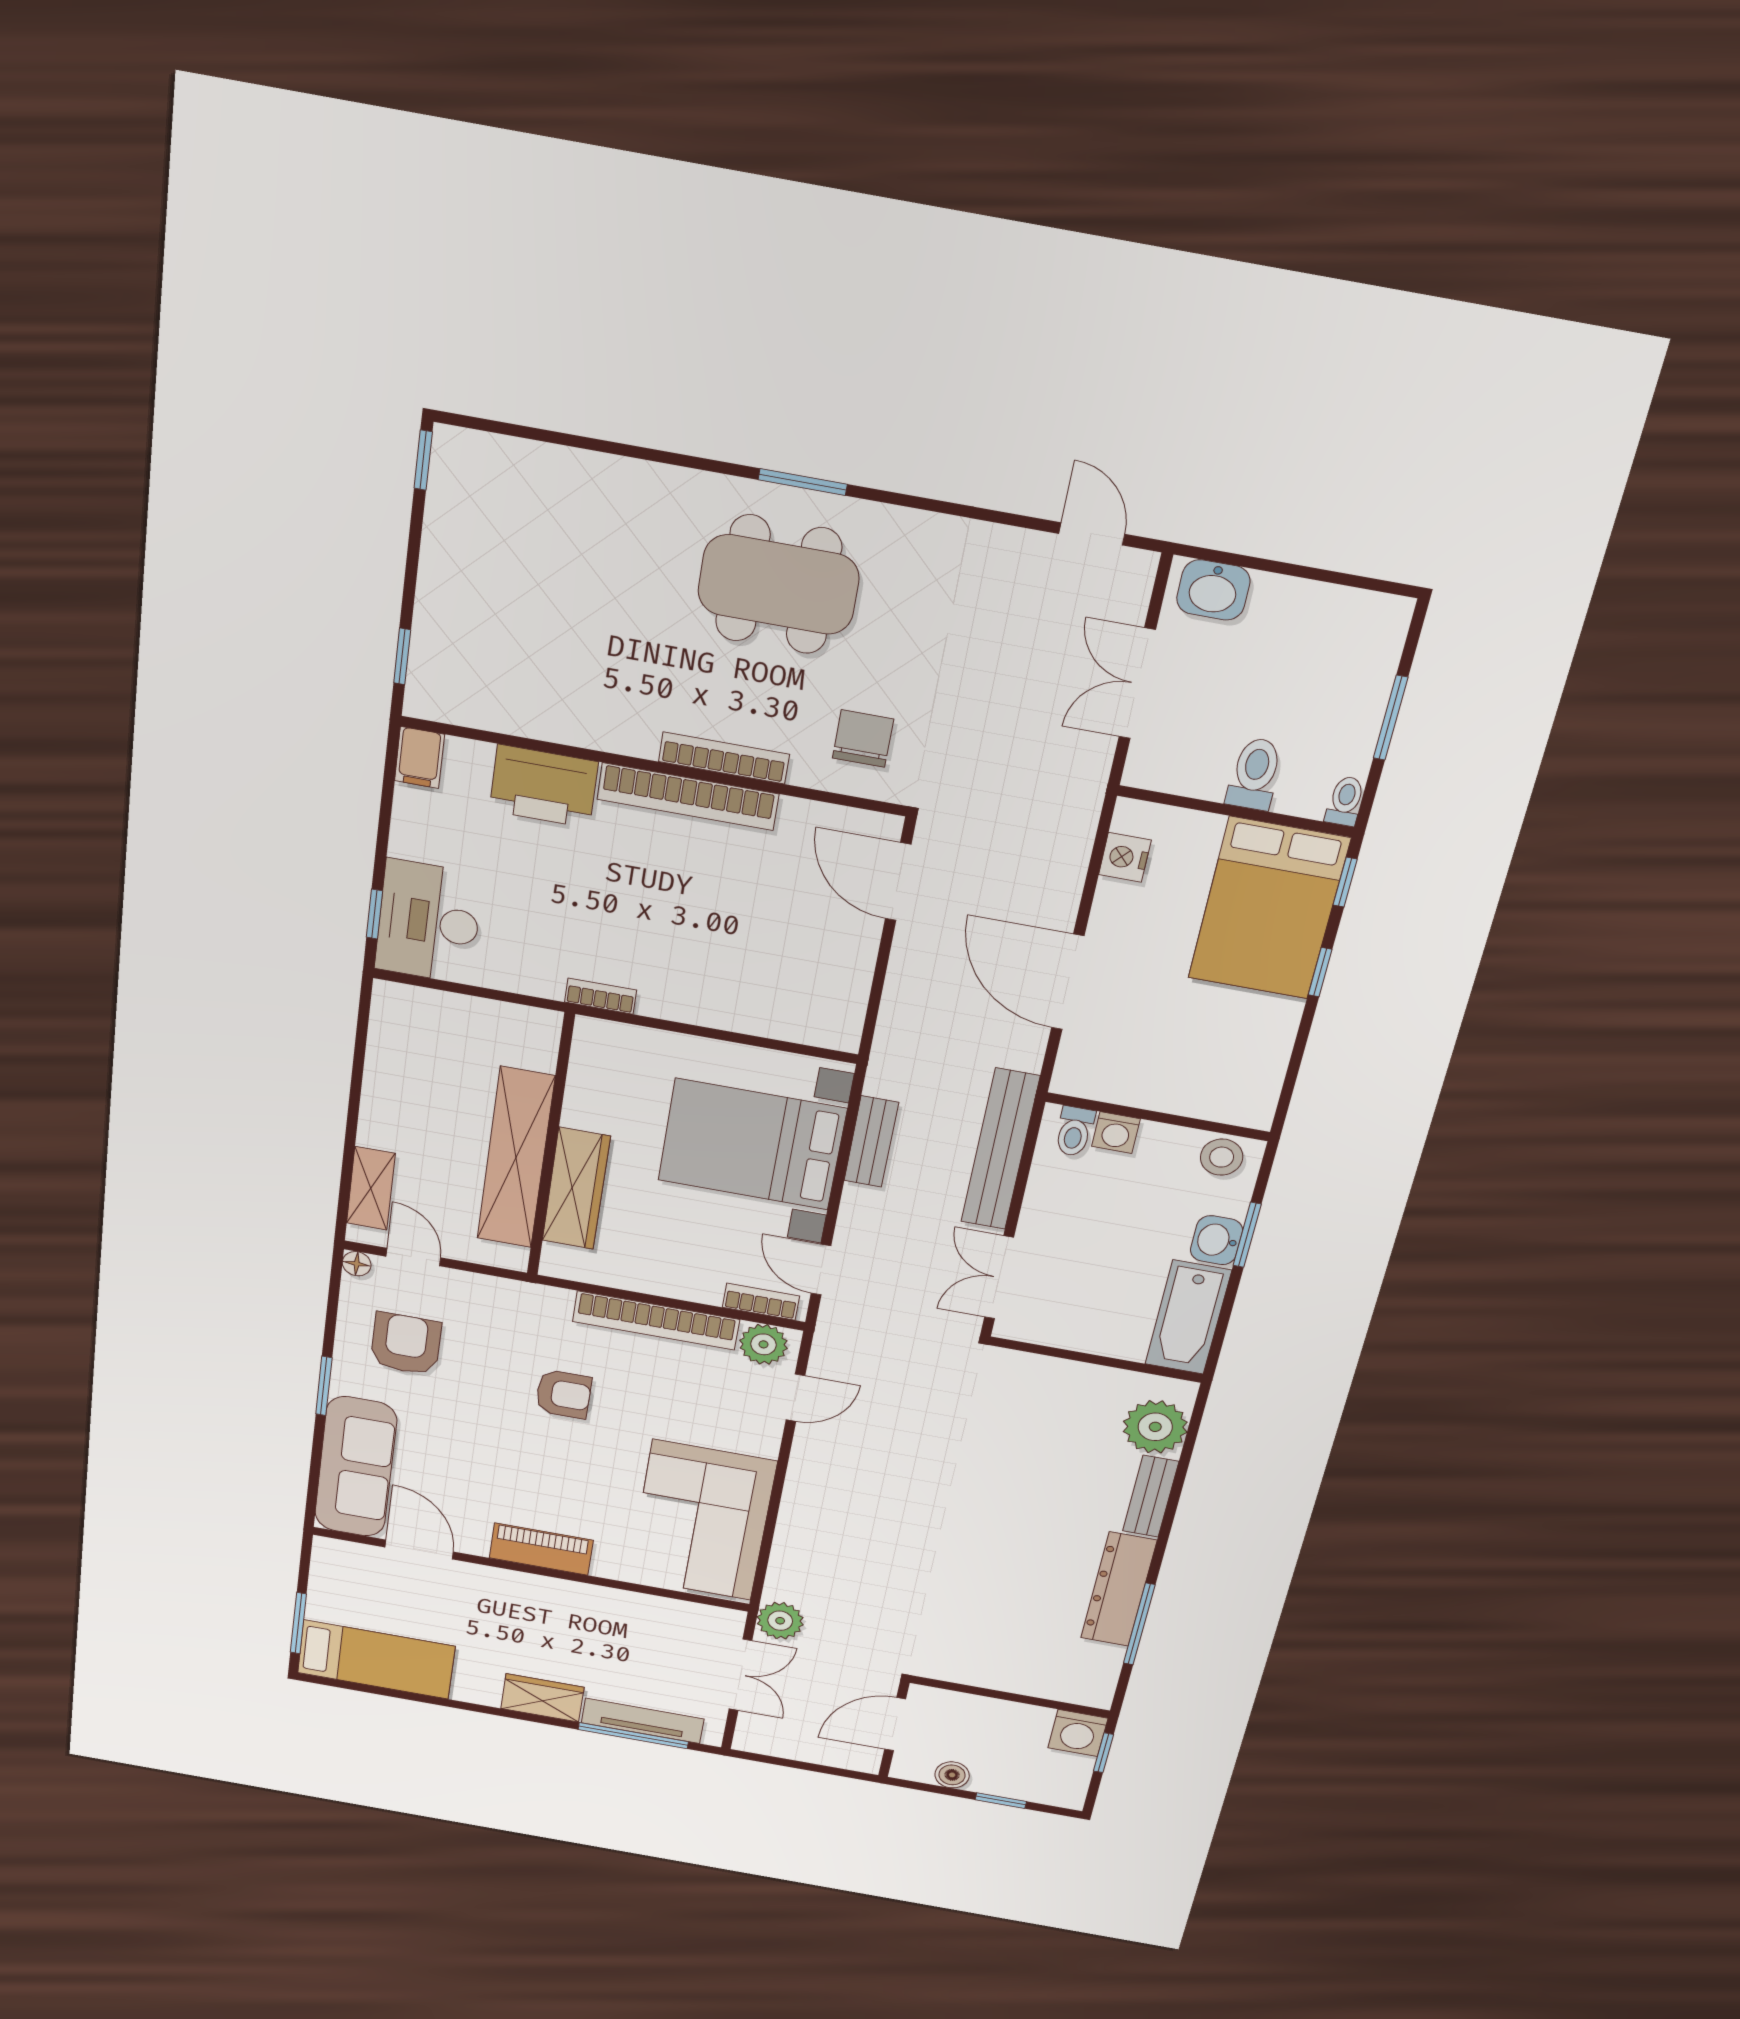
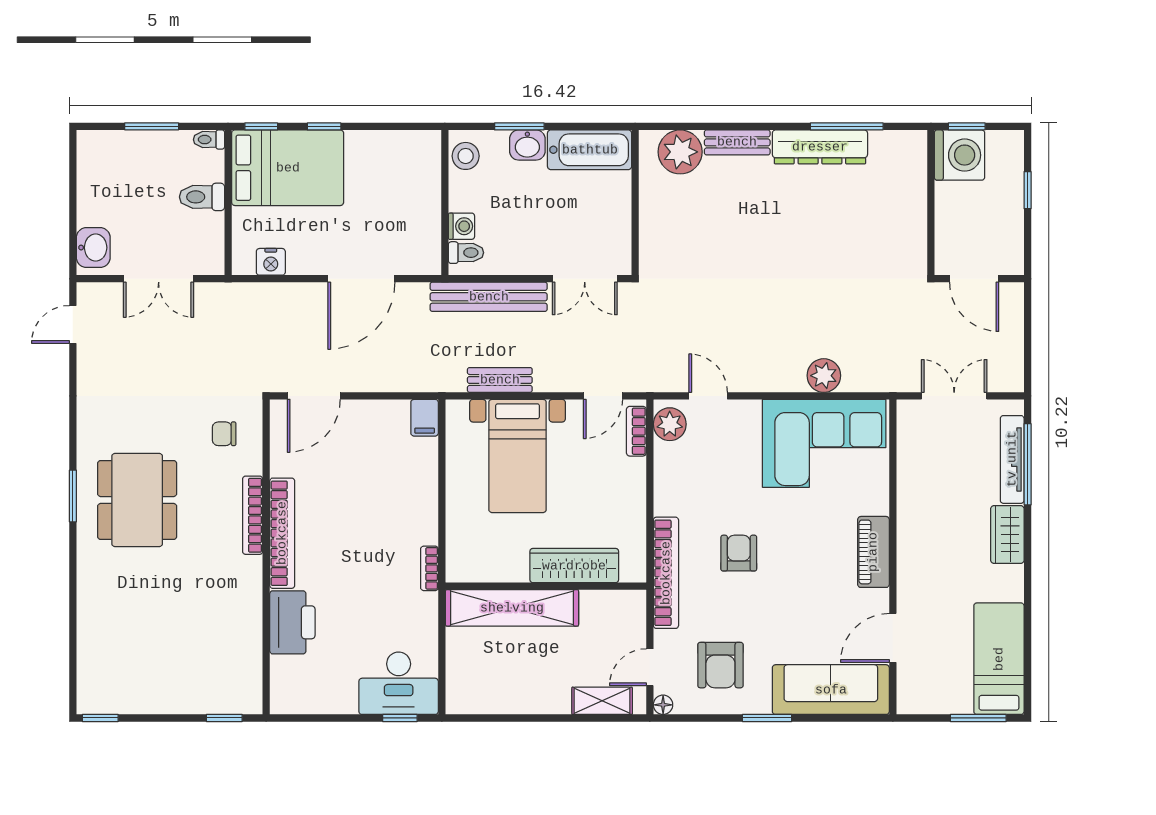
chair: (863, 739) -> (224, 434), width x0.73, depth x0.73
filing cabinet: (419, 758) -> (425, 418), moved, turned 90
bed with nightstands: (752, 1144) -> (518, 456), width x0.73
shelving: (516, 1158) -> (512, 608), moved
bookcase: (656, 1321) -> (666, 573), moved
armchair: (406, 1344) -> (720, 665), turned -90
plant: (780, 1621) -> (824, 376), moved
washing machine: (1078, 1733) -> (960, 155), width x1.37, depth x1.37
boiler: (952, 1775) -> (1012, 230), removed

